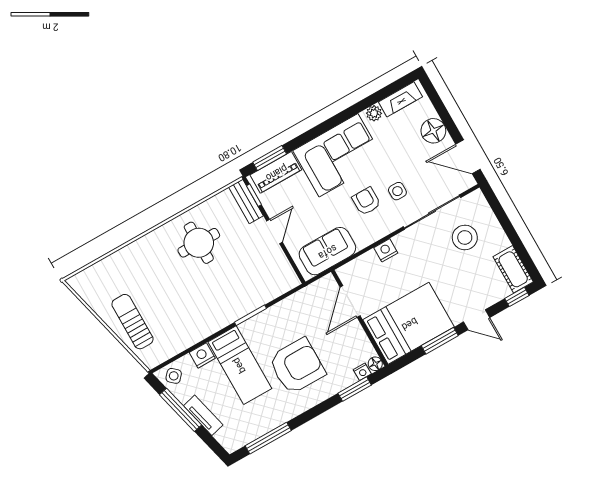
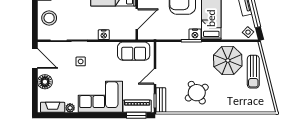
armchair: (366, 201) -> (99, 65), removed
stool: (465, 237) -> (49, 18), moved
round table: (199, 243) -> (197, 93), turned -33
parasol: (180, 317) -> (228, 60), added
nightstand: (202, 355) -> (195, 34), moved

